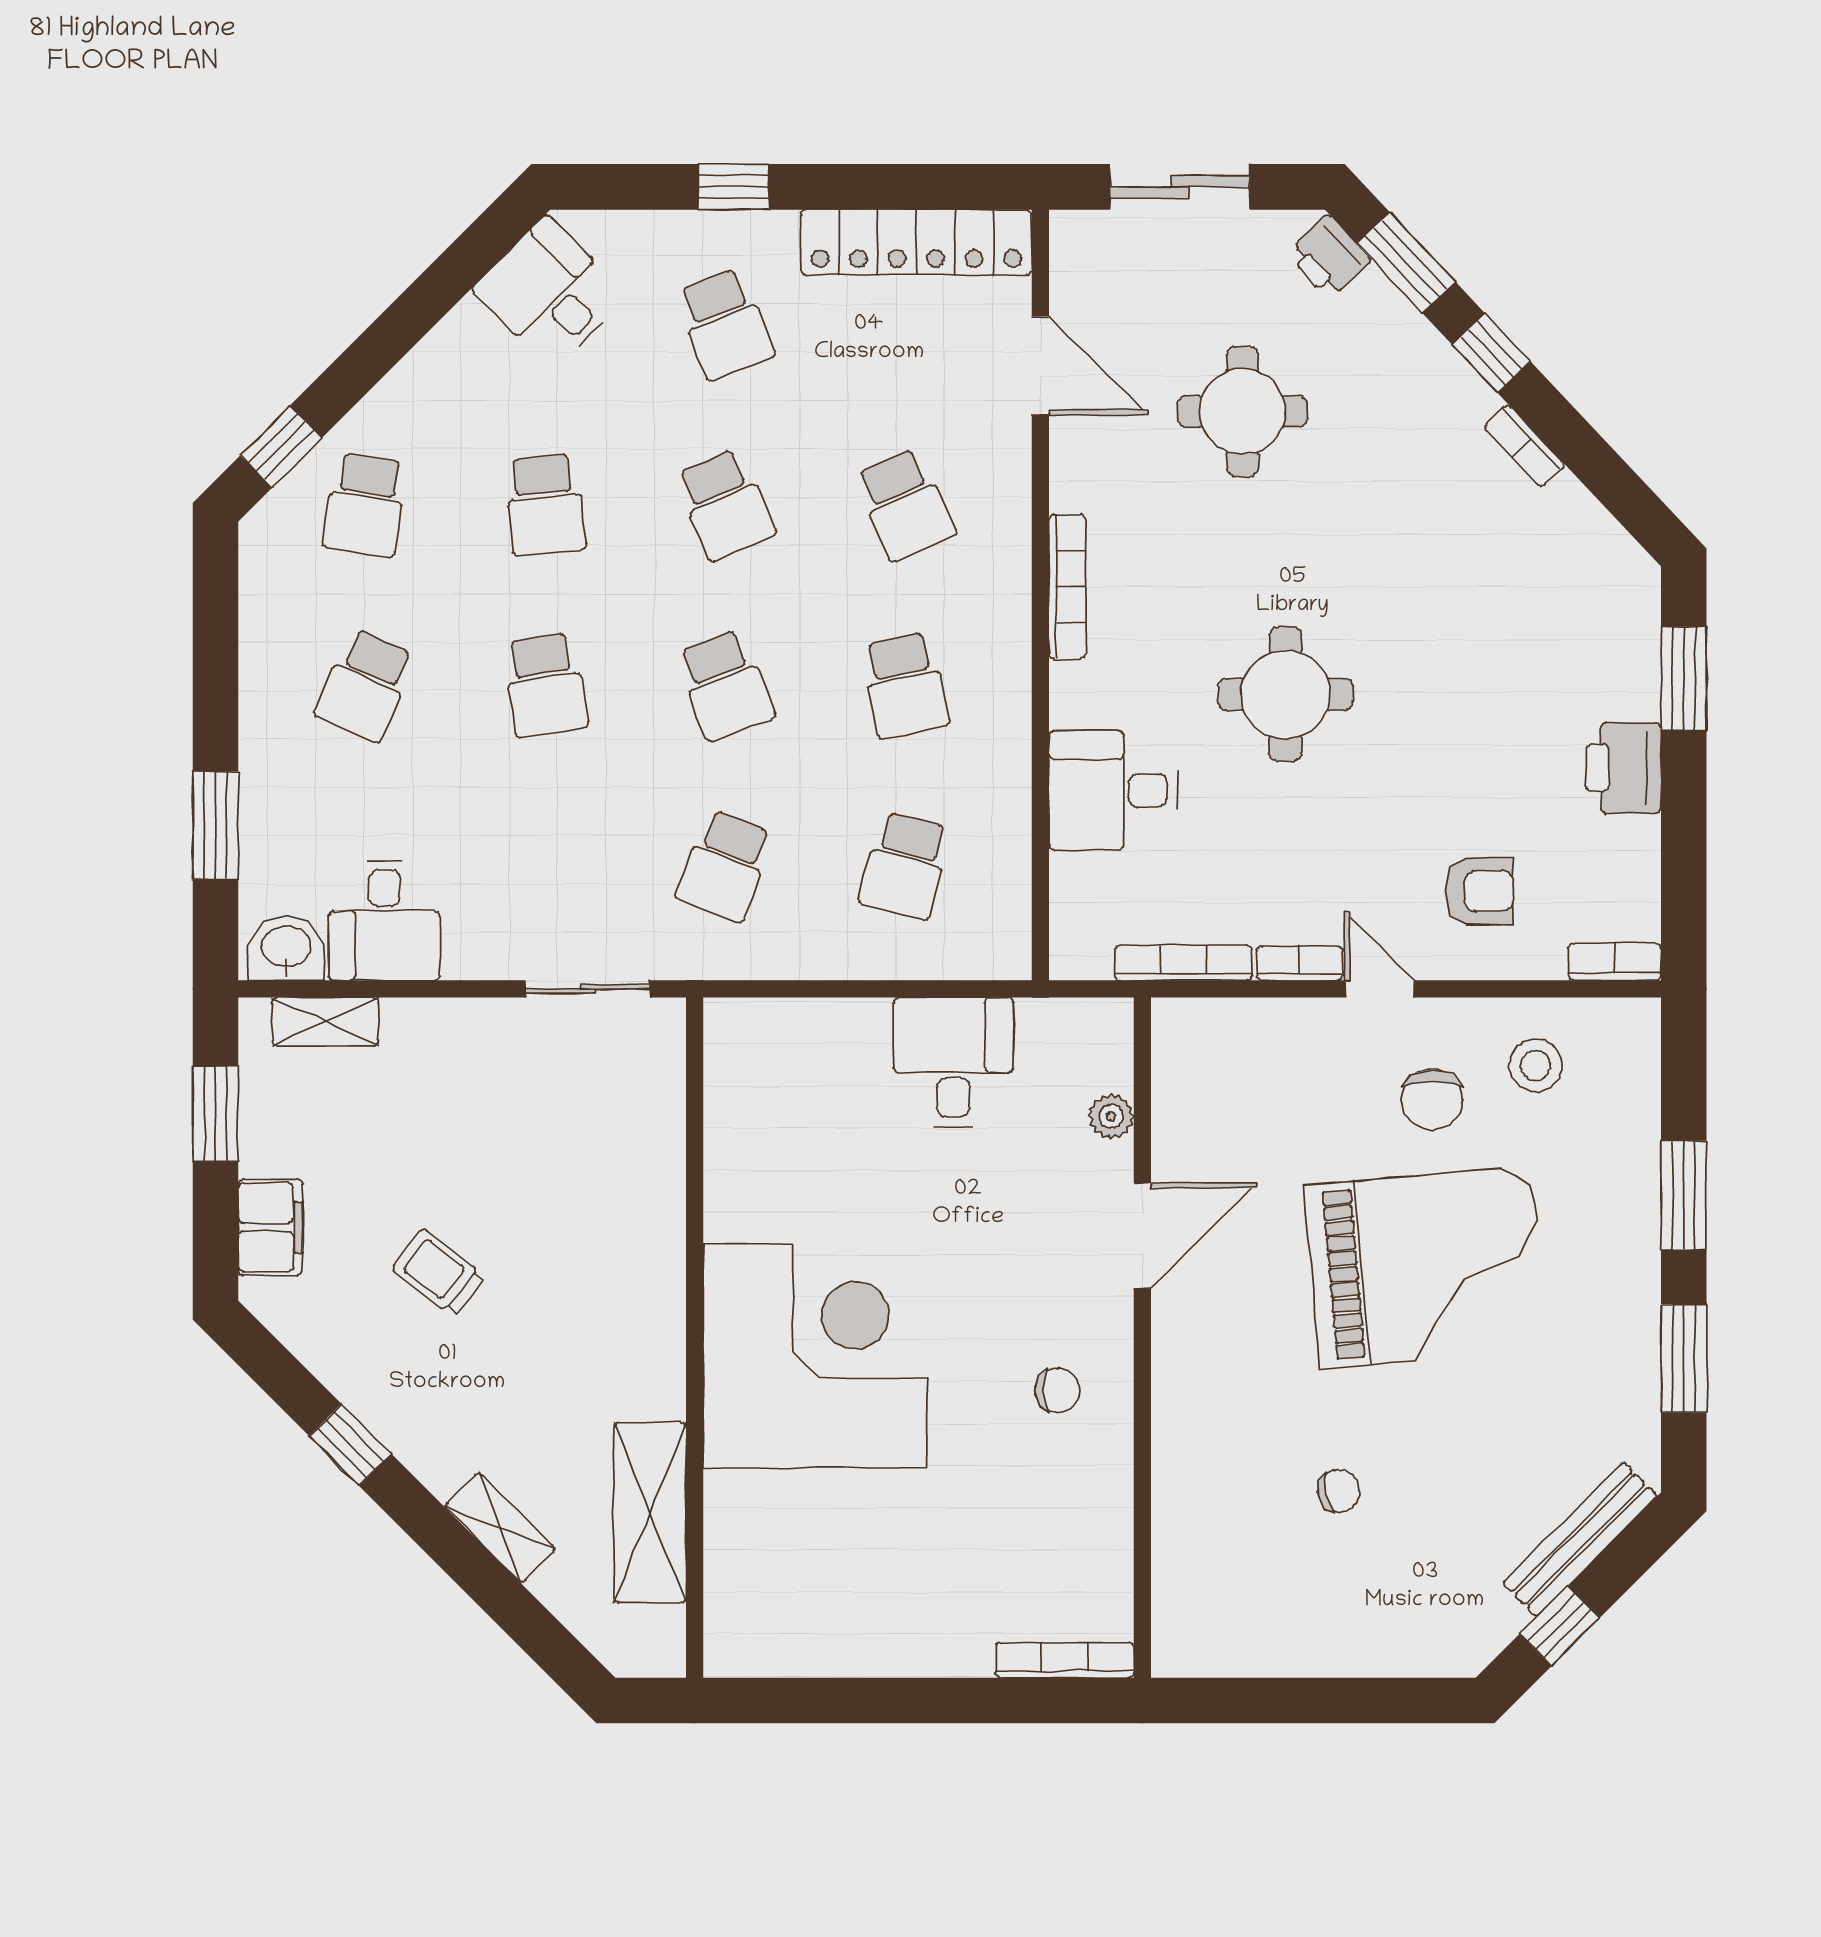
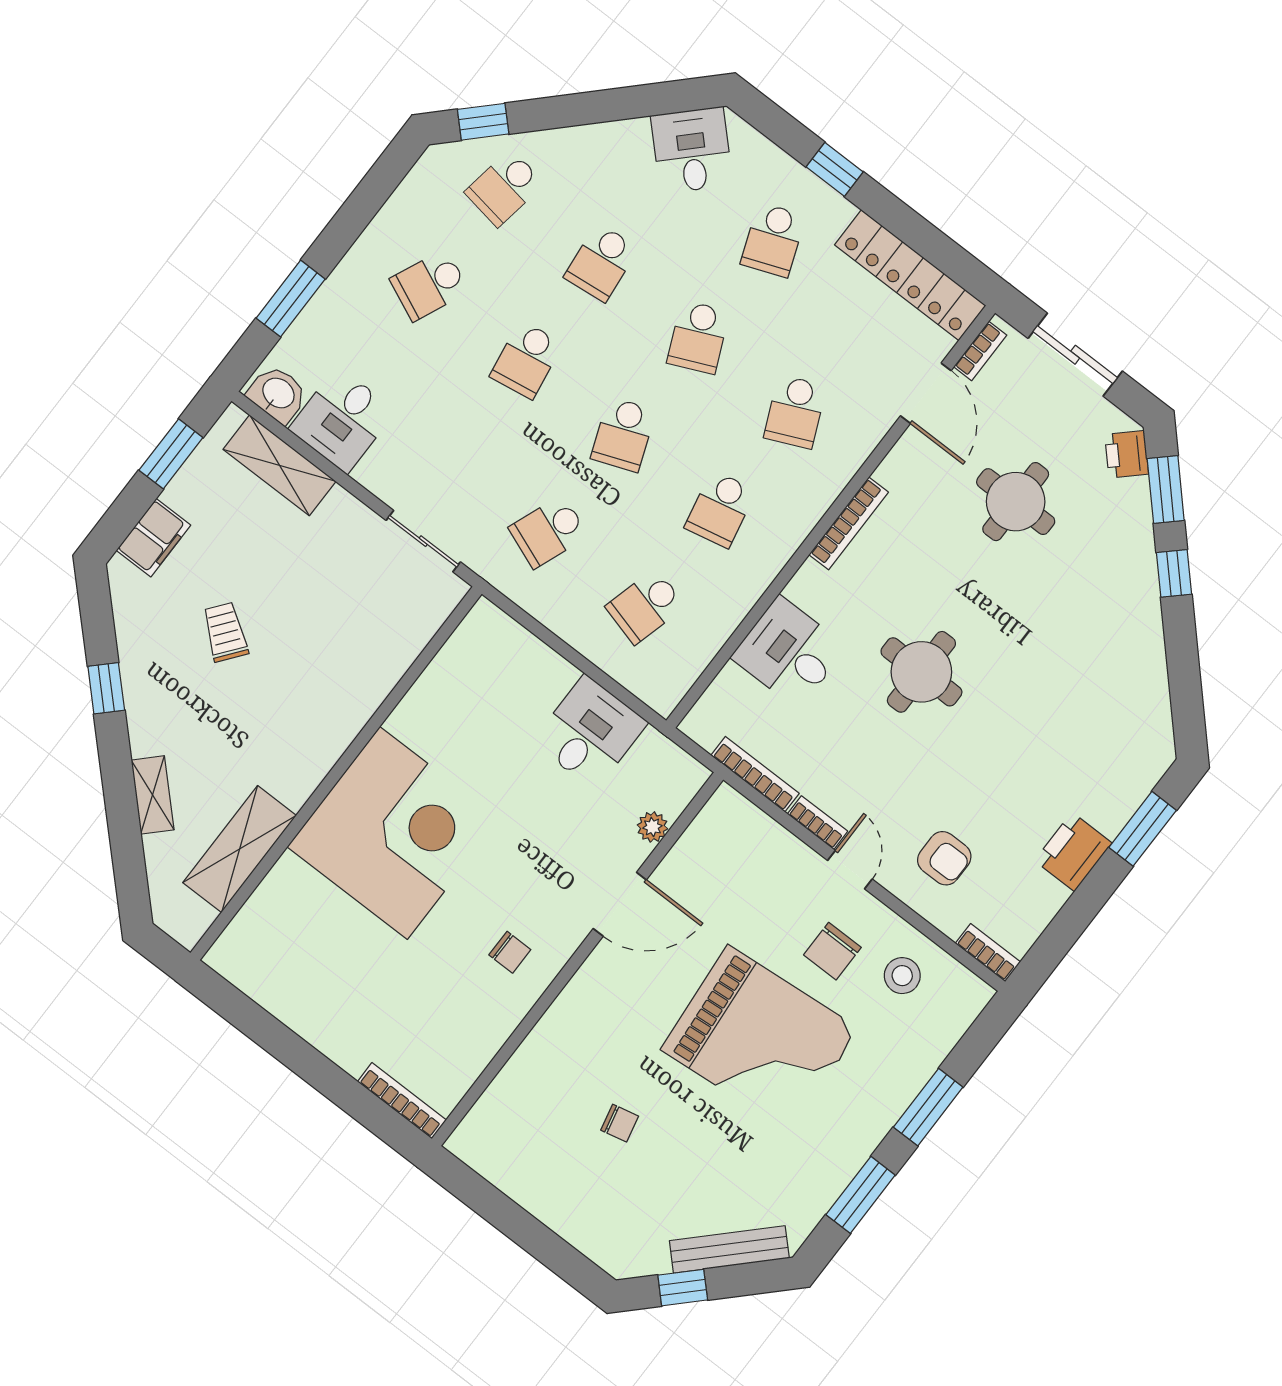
bookcase: (1524, 446) -> (980, 351), moved, turned -137
shelving: (325, 1022) -> (279, 465), width x1.50, depth x1.33

